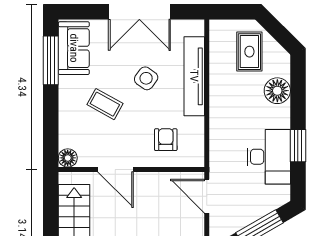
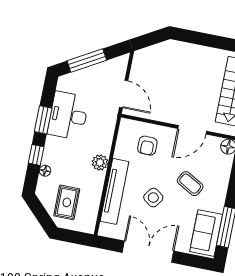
floor lamp: (277, 91) -> (45, 171), width x0.53, depth x0.53
window: (298, 102) -> (36, 155), added
plant: (219, 108) -> (100, 163), added
door: (116, 170) -> (192, 130), swing flipped

